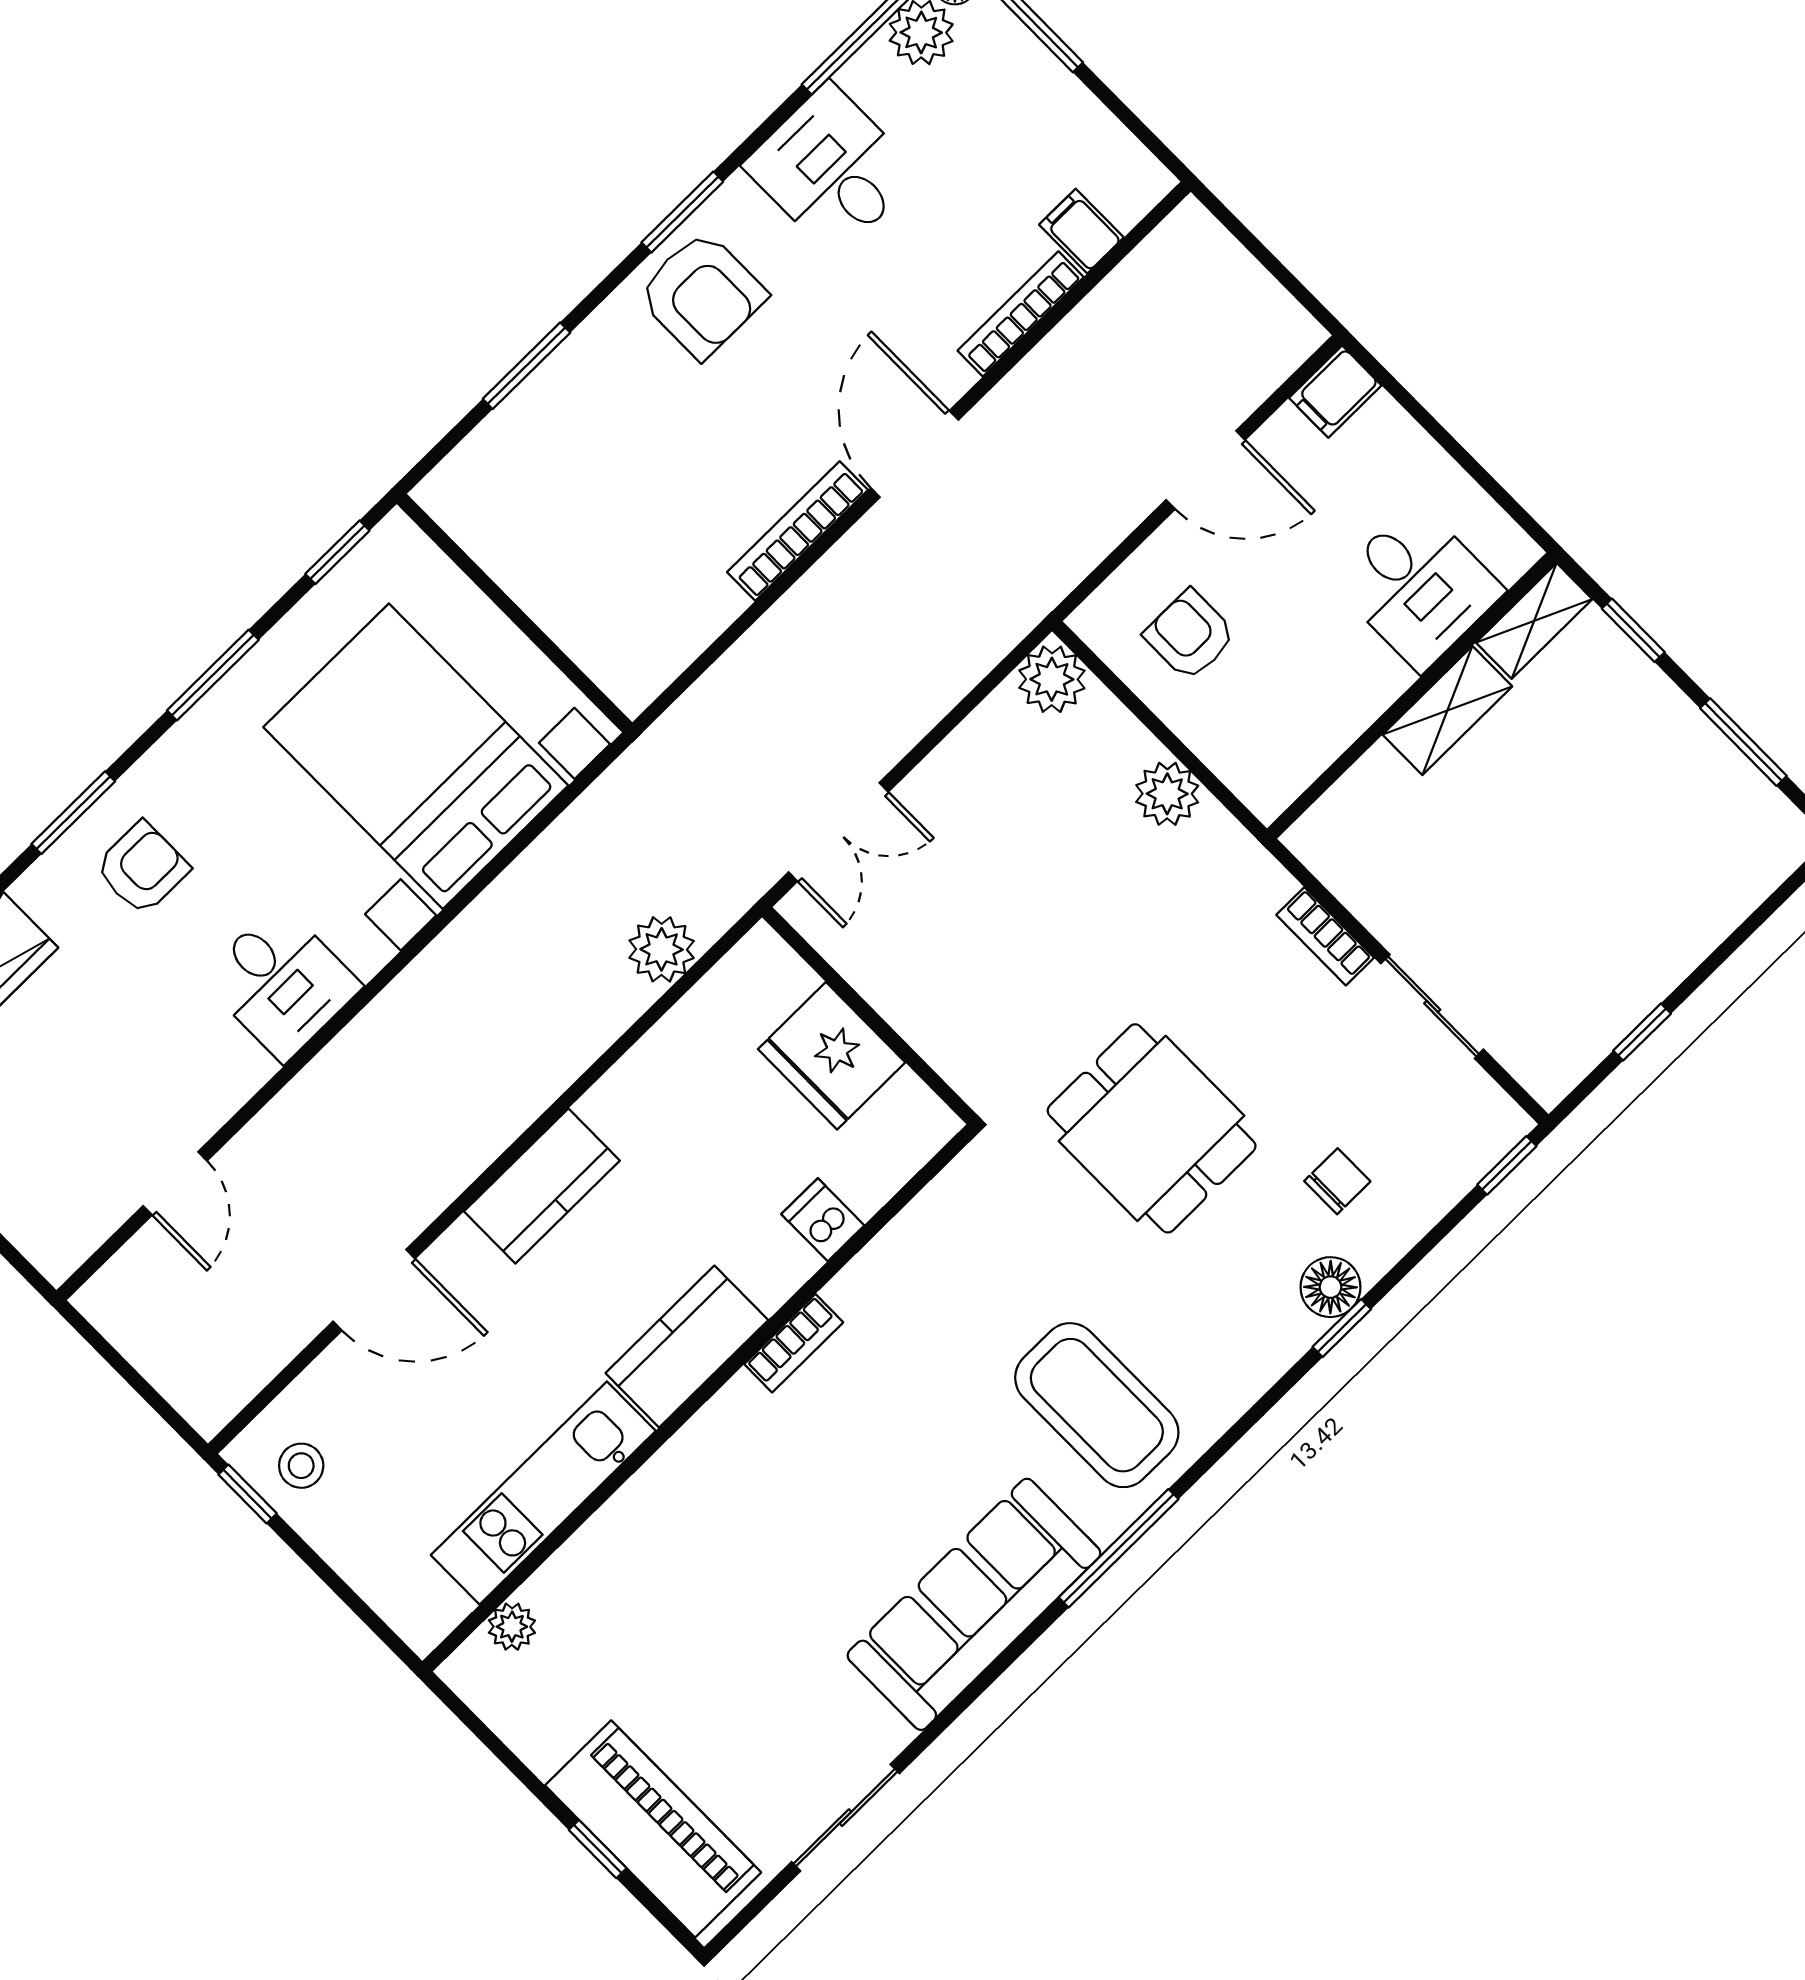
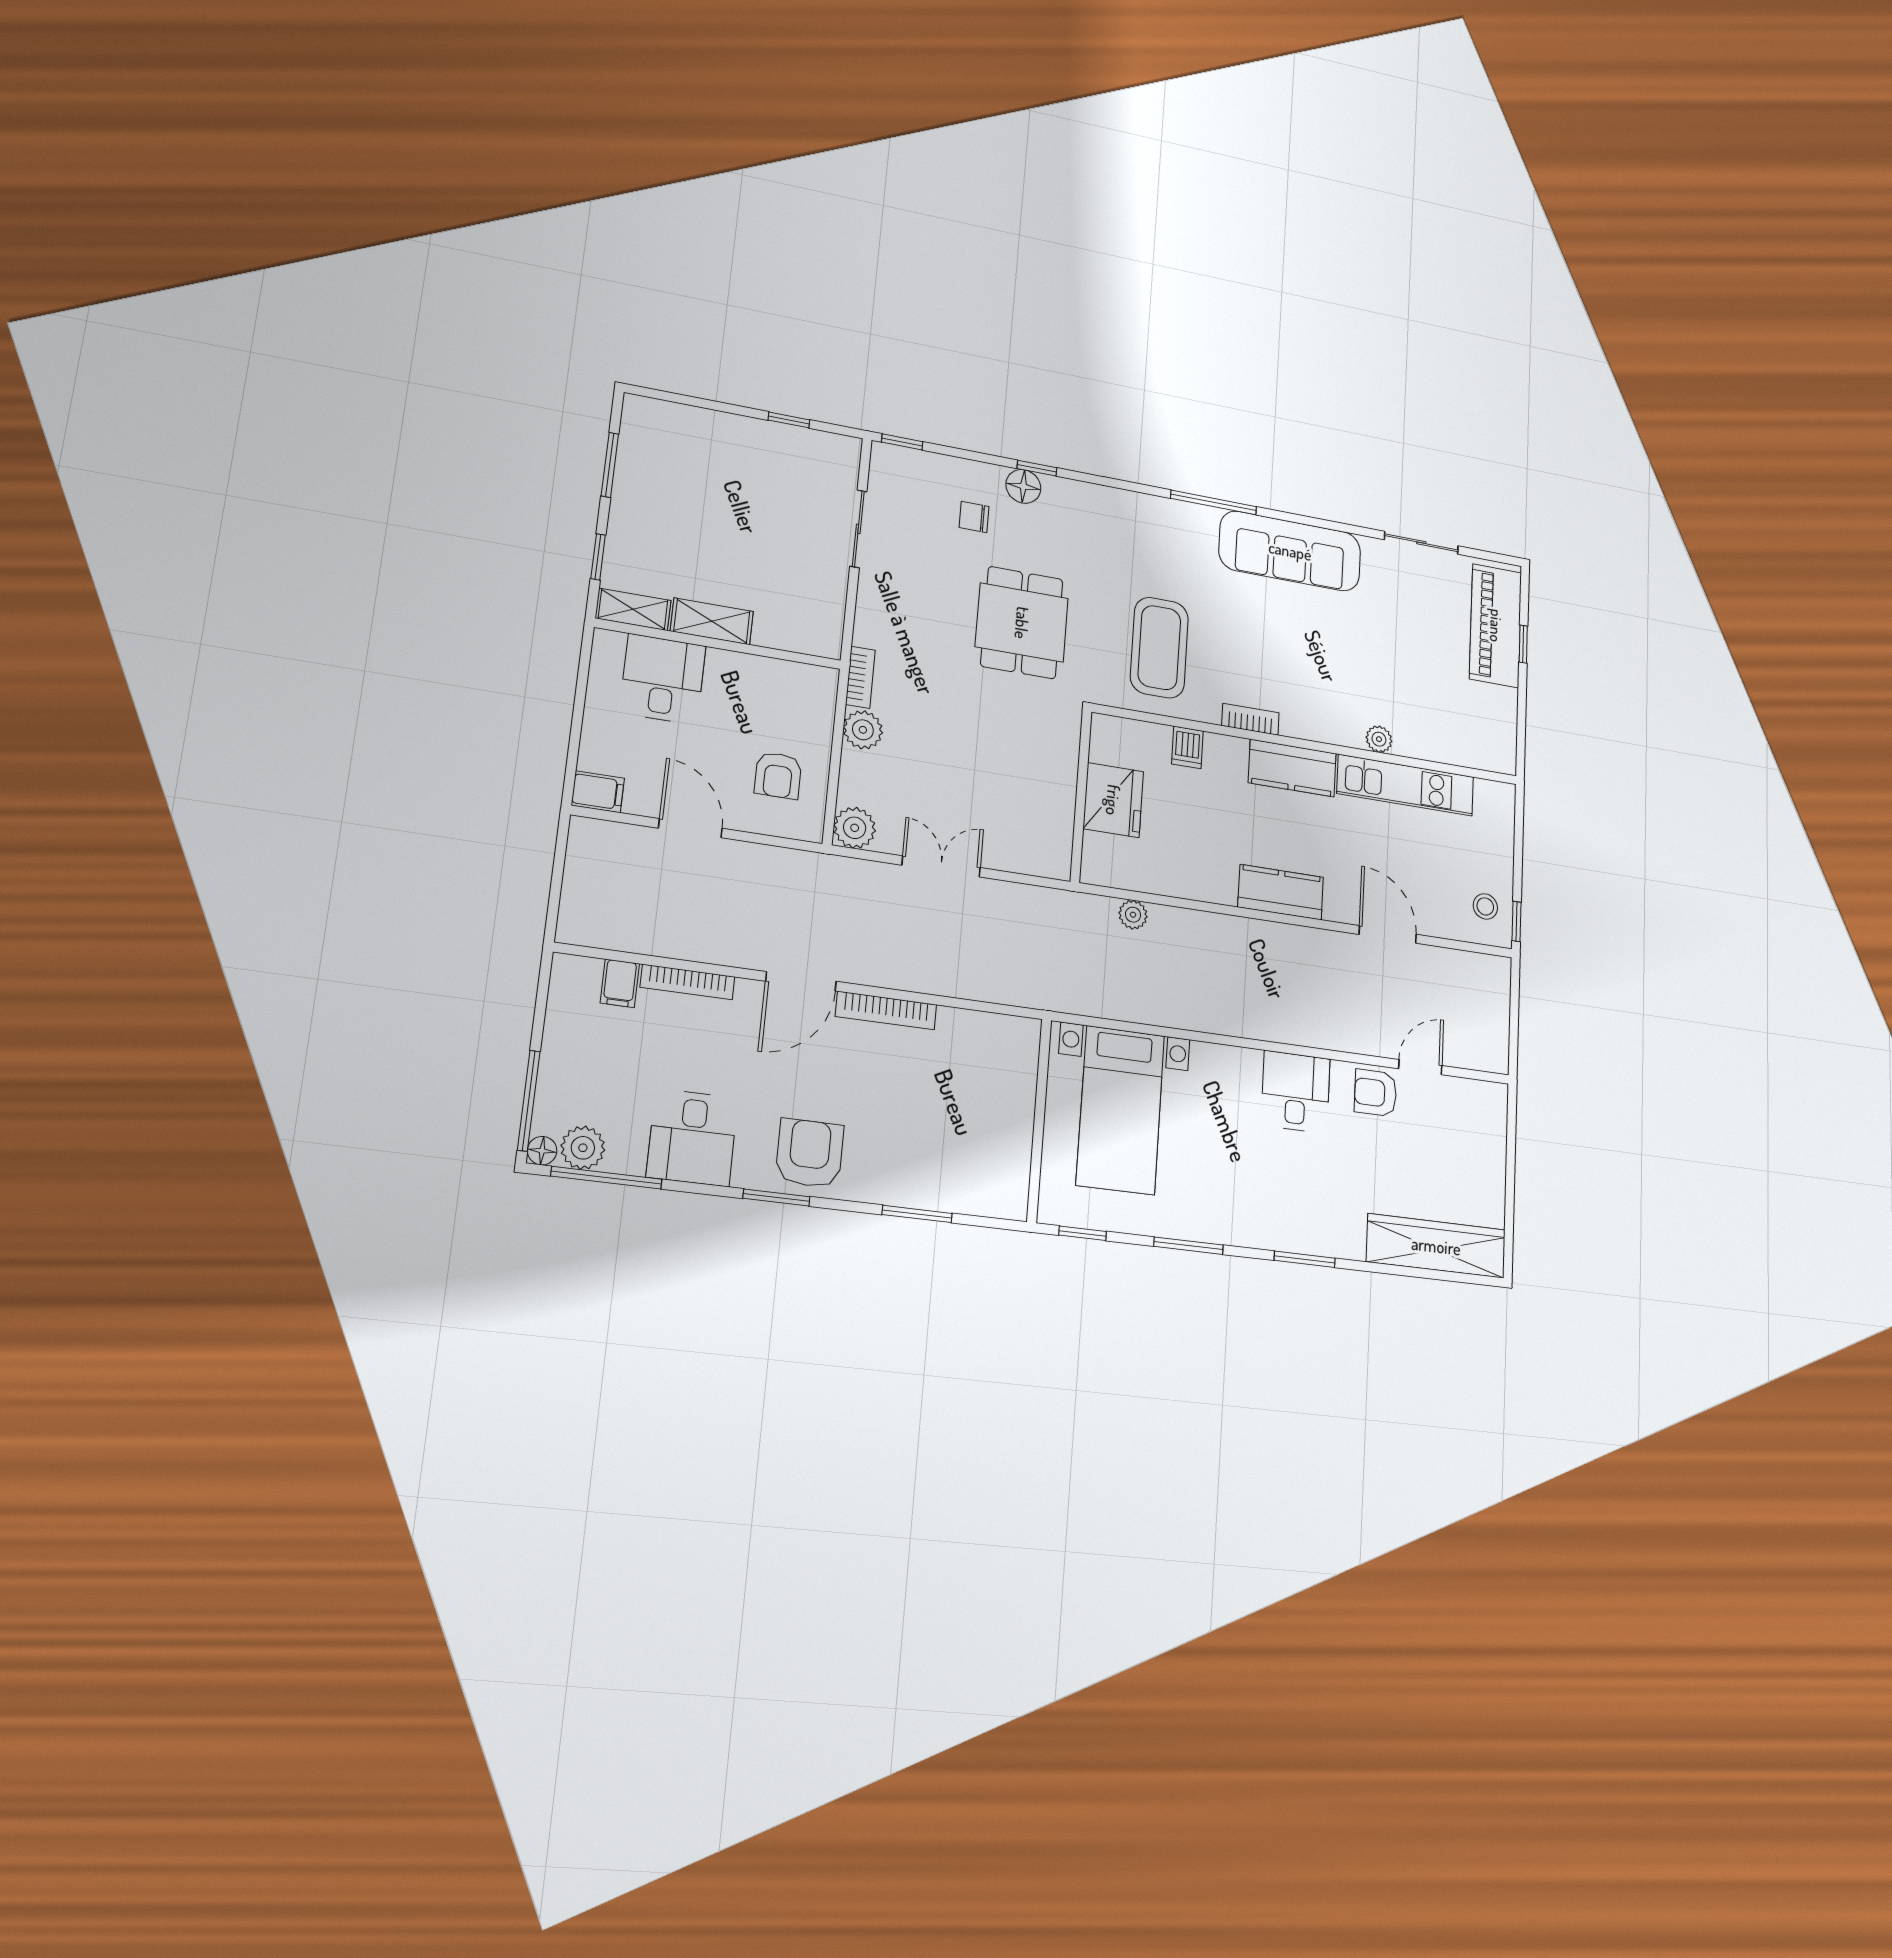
bed with nightstands: (416, 756) -> (1120, 1110), width x0.73
double door: (838, 832) -> (941, 866), moved
armchair: (142, 868) -> (1375, 1093), moved
bookcase: (1325, 936) -> (860, 677), moved
plant: (662, 949) -> (1133, 915), width x0.73, depth x0.73
coffee table: (1097, 1405) -> (1159, 648), moved
plant: (512, 1627) -> (1379, 739), moved

